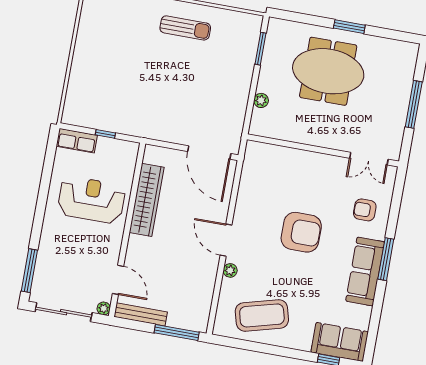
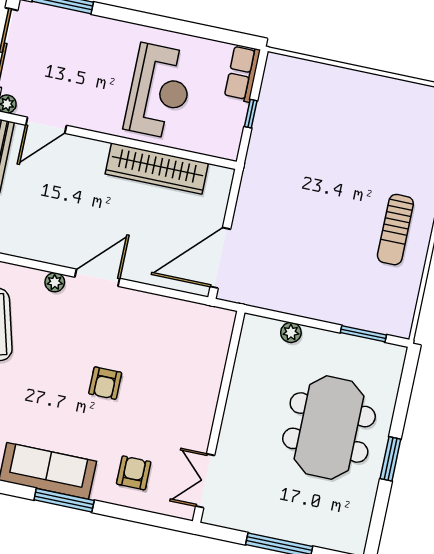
armchair: (301, 232) -> (105, 383), width x0.53, depth x0.53

